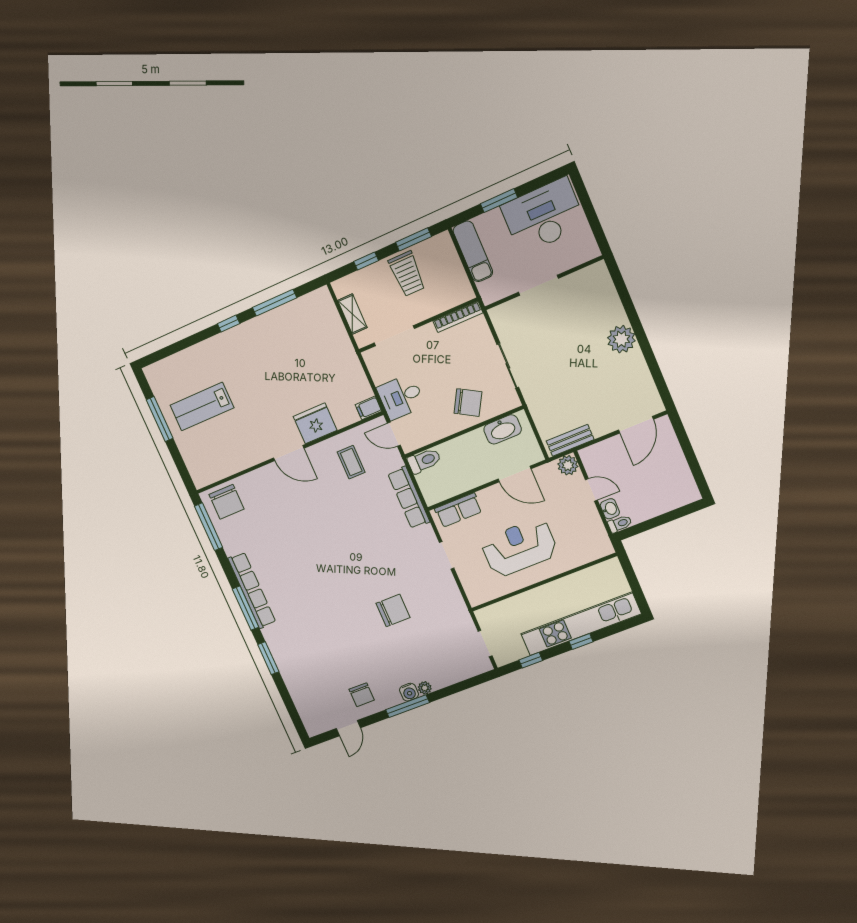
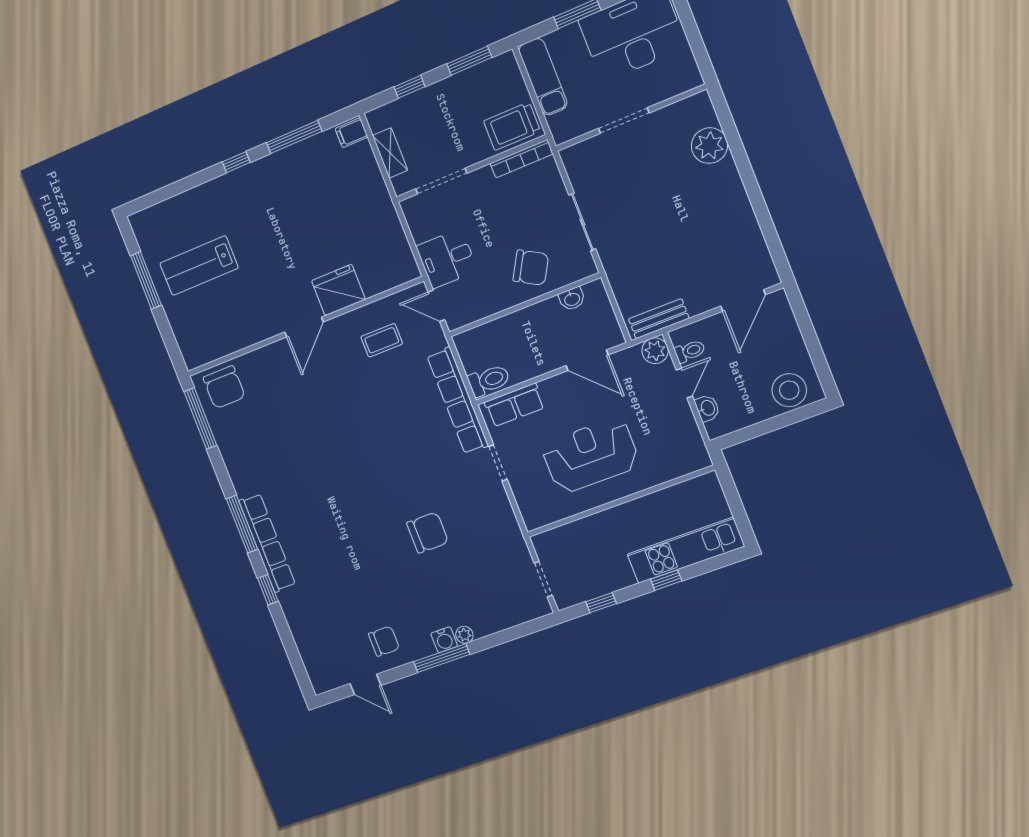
trolley: (407, 274) -> (512, 126), moved, turned 90
plant: (621, 339) -> (709, 146), moved
filing cabinet: (368, 408) -> (351, 133), moved
washbasin: (503, 429) -> (572, 299), width x0.52, depth x0.69
door: (289, 453) -> (304, 327), hinge flipped
toilet: (424, 461) -> (489, 380), moved
coffee table: (351, 462) -> (382, 340), turned 90
door: (591, 490) -> (684, 383), hinge flipped
stool: (673, 493) -> (789, 390), added
row of seats: (409, 498) -> (458, 401), width x1.36
toilet: (620, 524) -> (690, 351), moved
row of seats: (252, 590) -> (267, 543), moved
kitchen unit: (581, 624) -> (686, 550), width x0.73
window: (268, 658) -> (268, 590), width x0.67
chair: (362, 695) -> (384, 641), turned -90
door: (348, 728) -> (365, 684), hinge flipped

